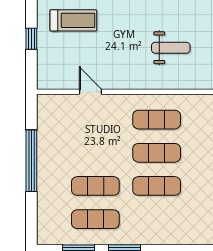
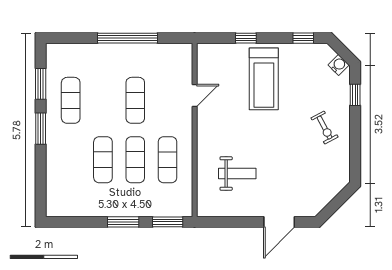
treadmill: (73, 20) -> (264, 79), width x1.37, depth x1.38
weight bench: (171, 48) -> (237, 173), turned -90
exercise mat: (95, 186) -> (135, 100), moved

